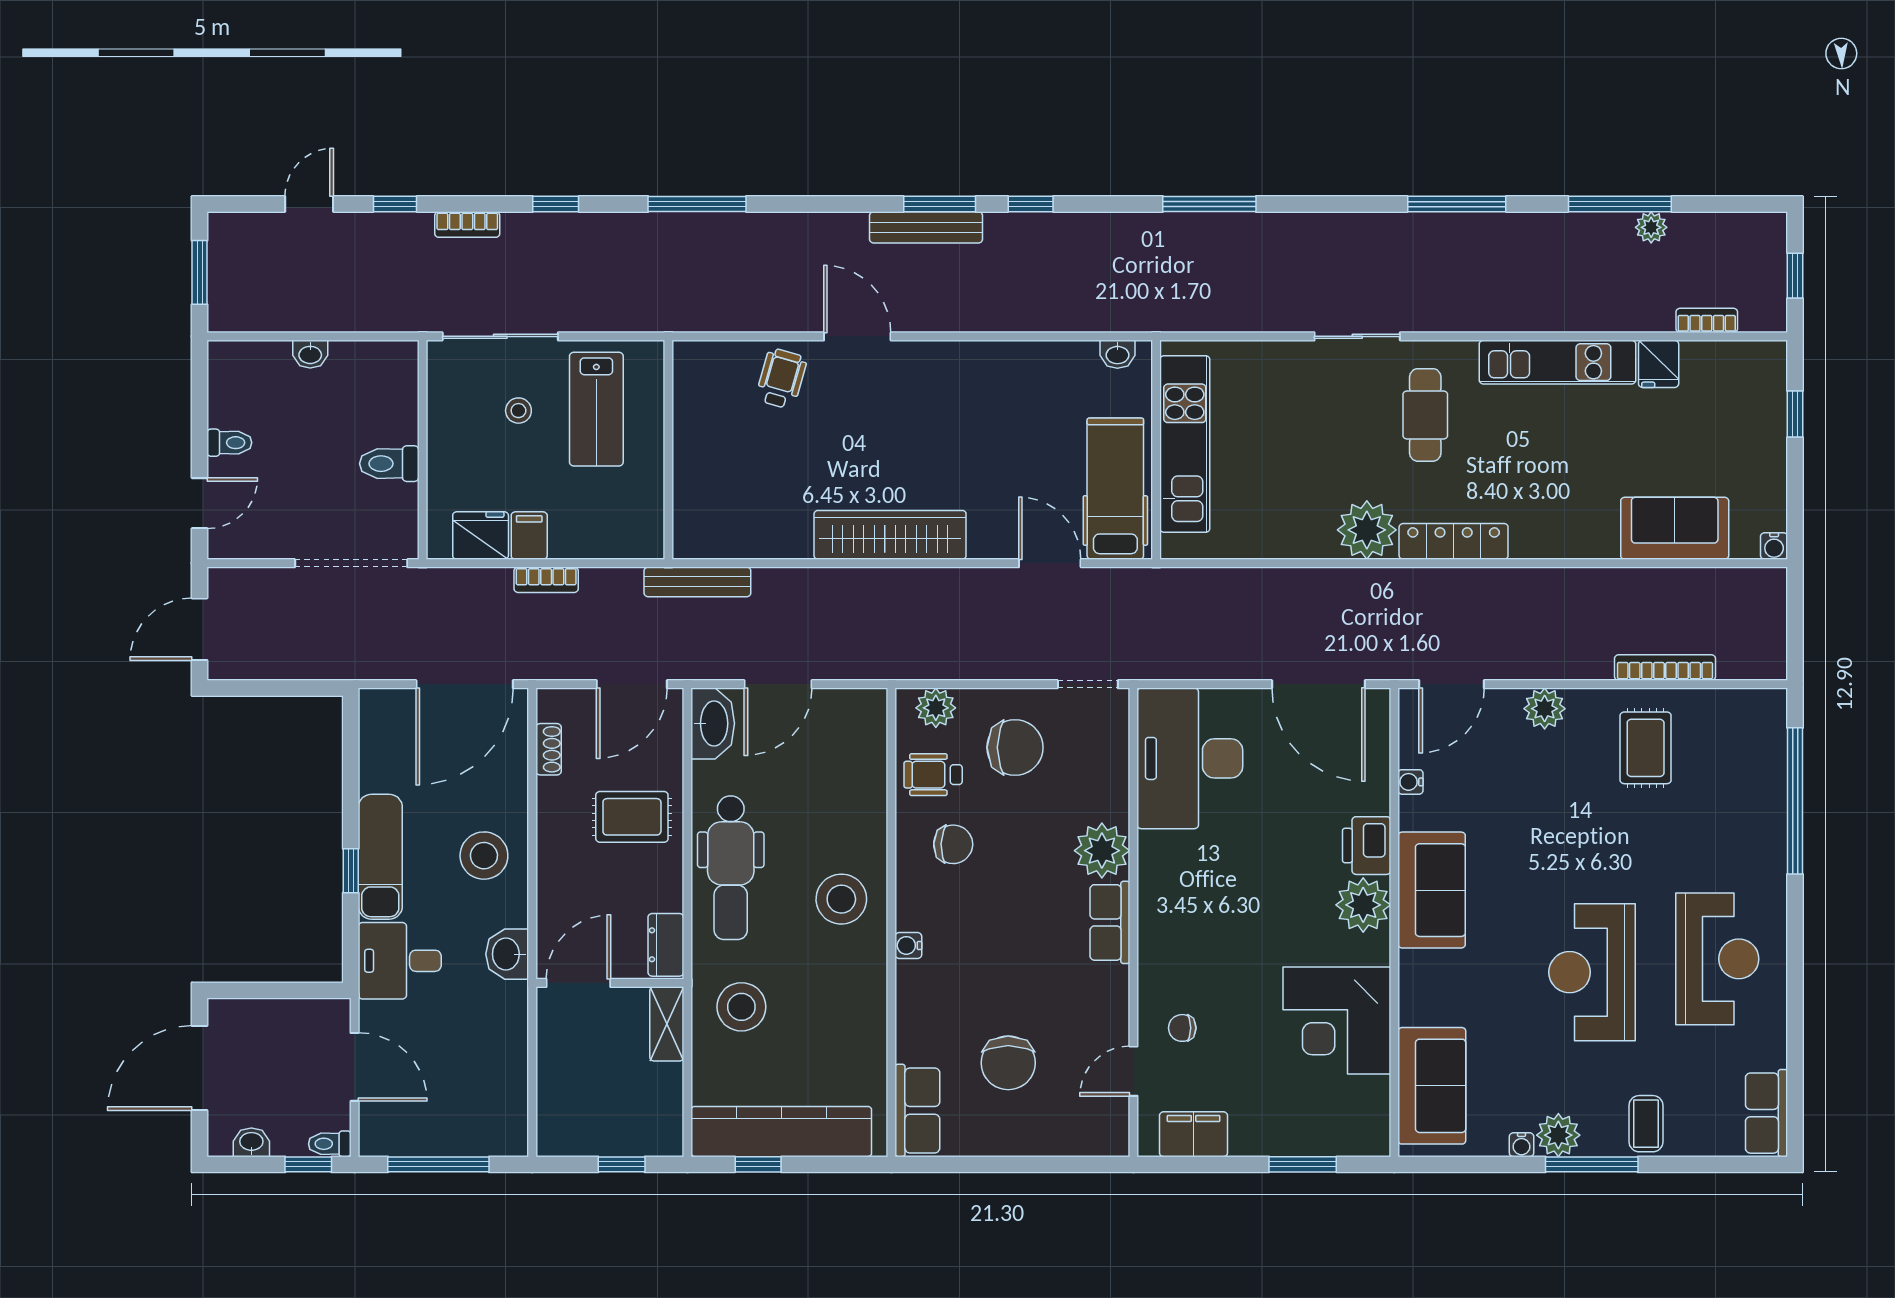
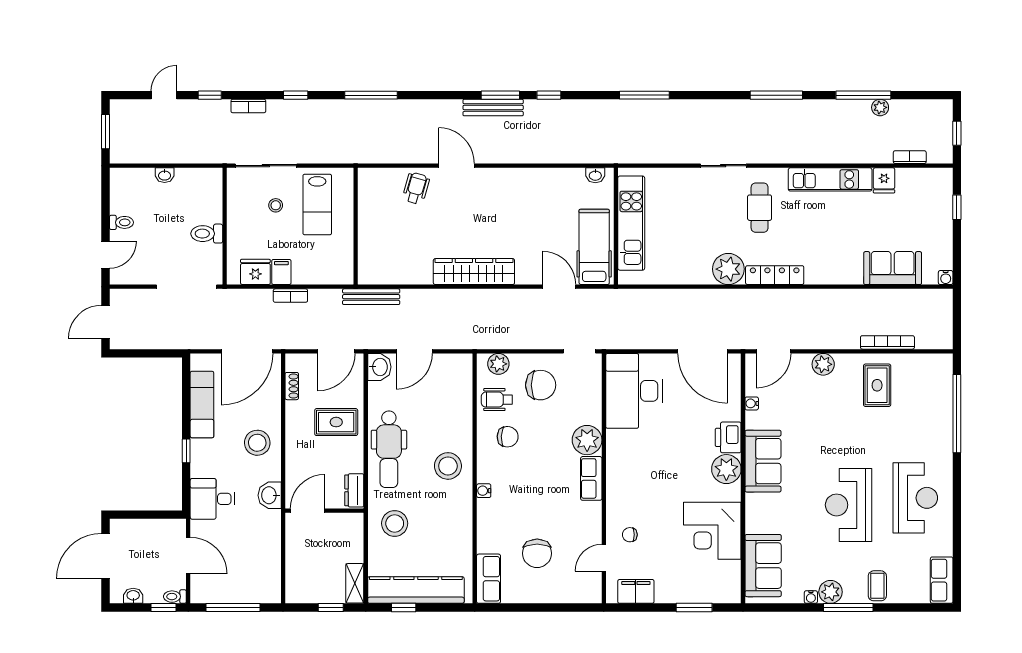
washbasin: (713, 723) -> (379, 367), width x0.72
exam couch: (380, 857) -> (202, 405), moved
shelving: (667, 1024) -> (355, 583), moved

